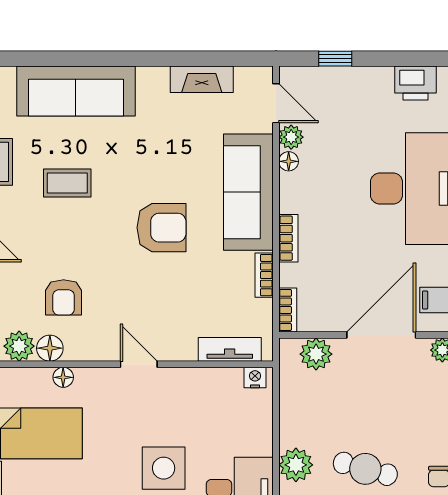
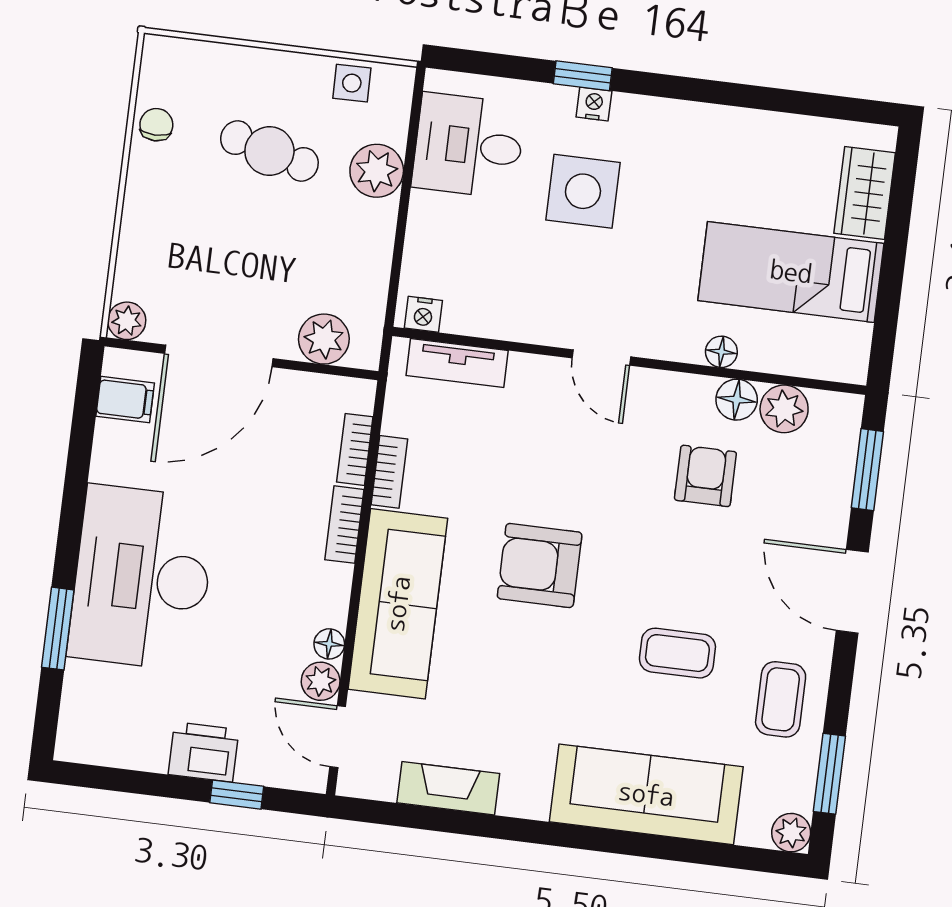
printer: (416, 83) -> (204, 752), moved
bookcase: (288, 310) -> (355, 449), moved

